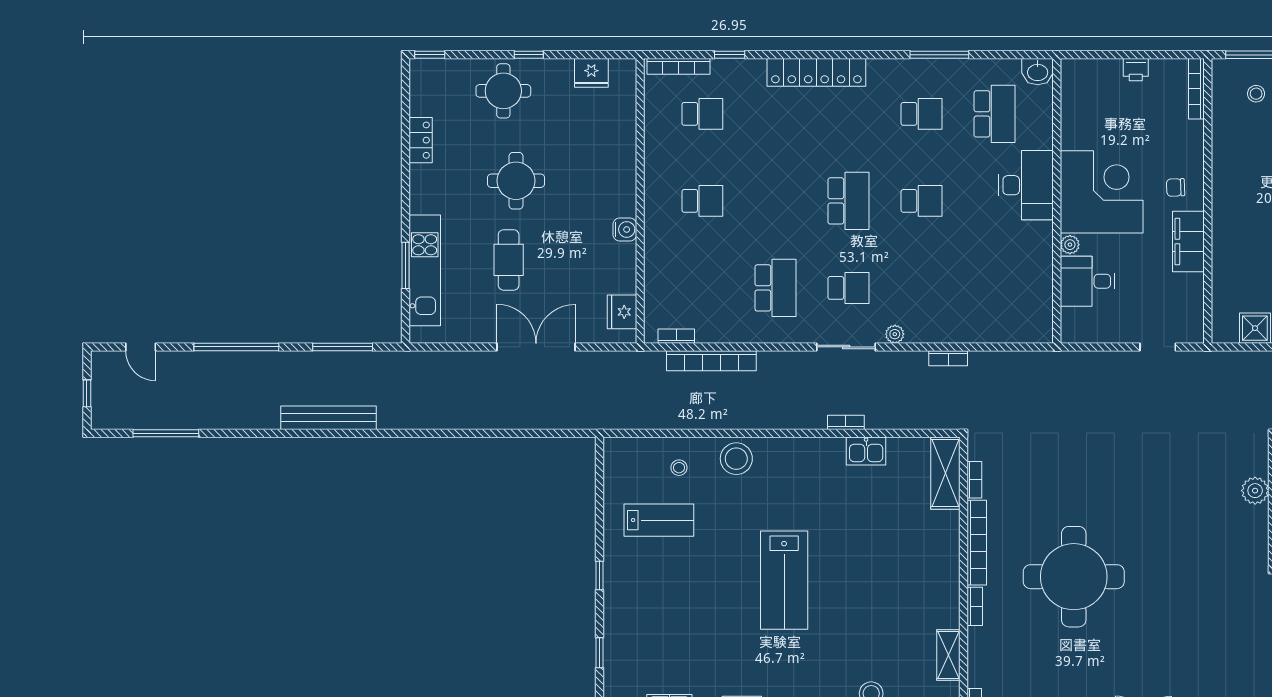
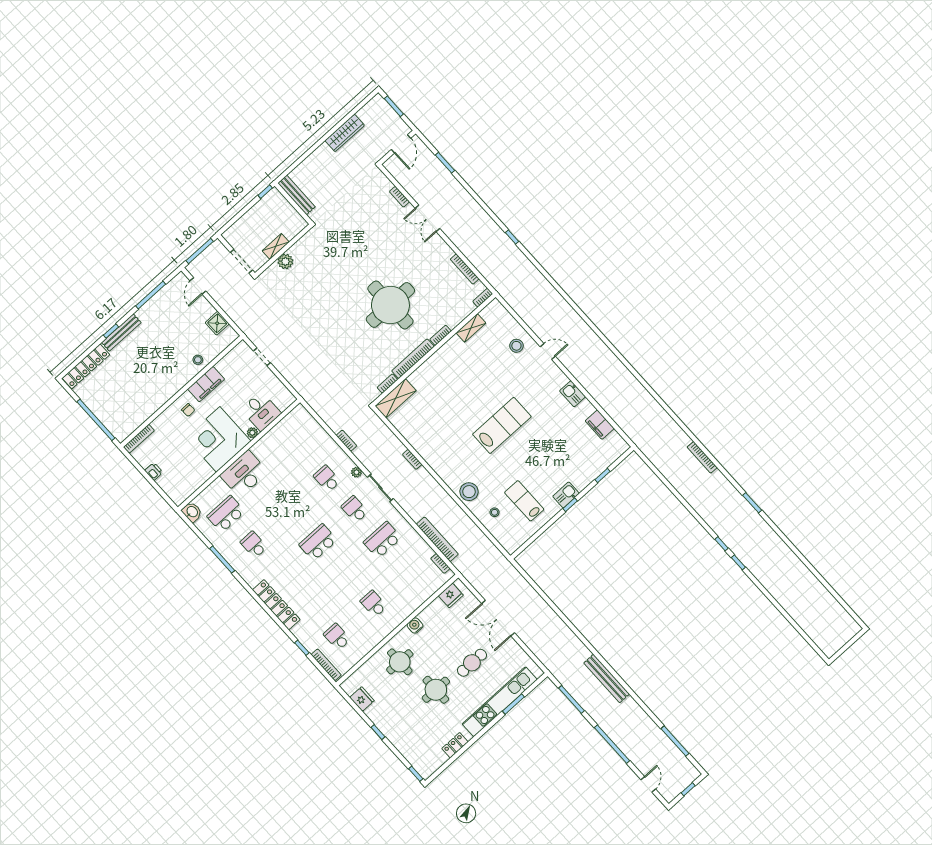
round table: (503, 91) -> (400, 662), moved
stool: (1256, 94) -> (198, 360), moved
school desk: (922, 201) -> (327, 479), moved
kitchen unit: (425, 270) -> (500, 702), width x1.36
kitchen sink: (866, 451) -> (566, 495), moved, turned -90

